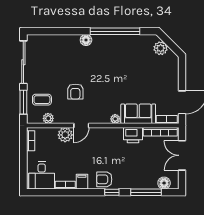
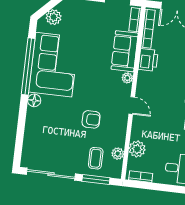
corner sofa: (119, 53) -> (54, 65), added
door: (81, 126) -> (132, 106), moved
plant: (65, 135) -> (137, 149), moved

